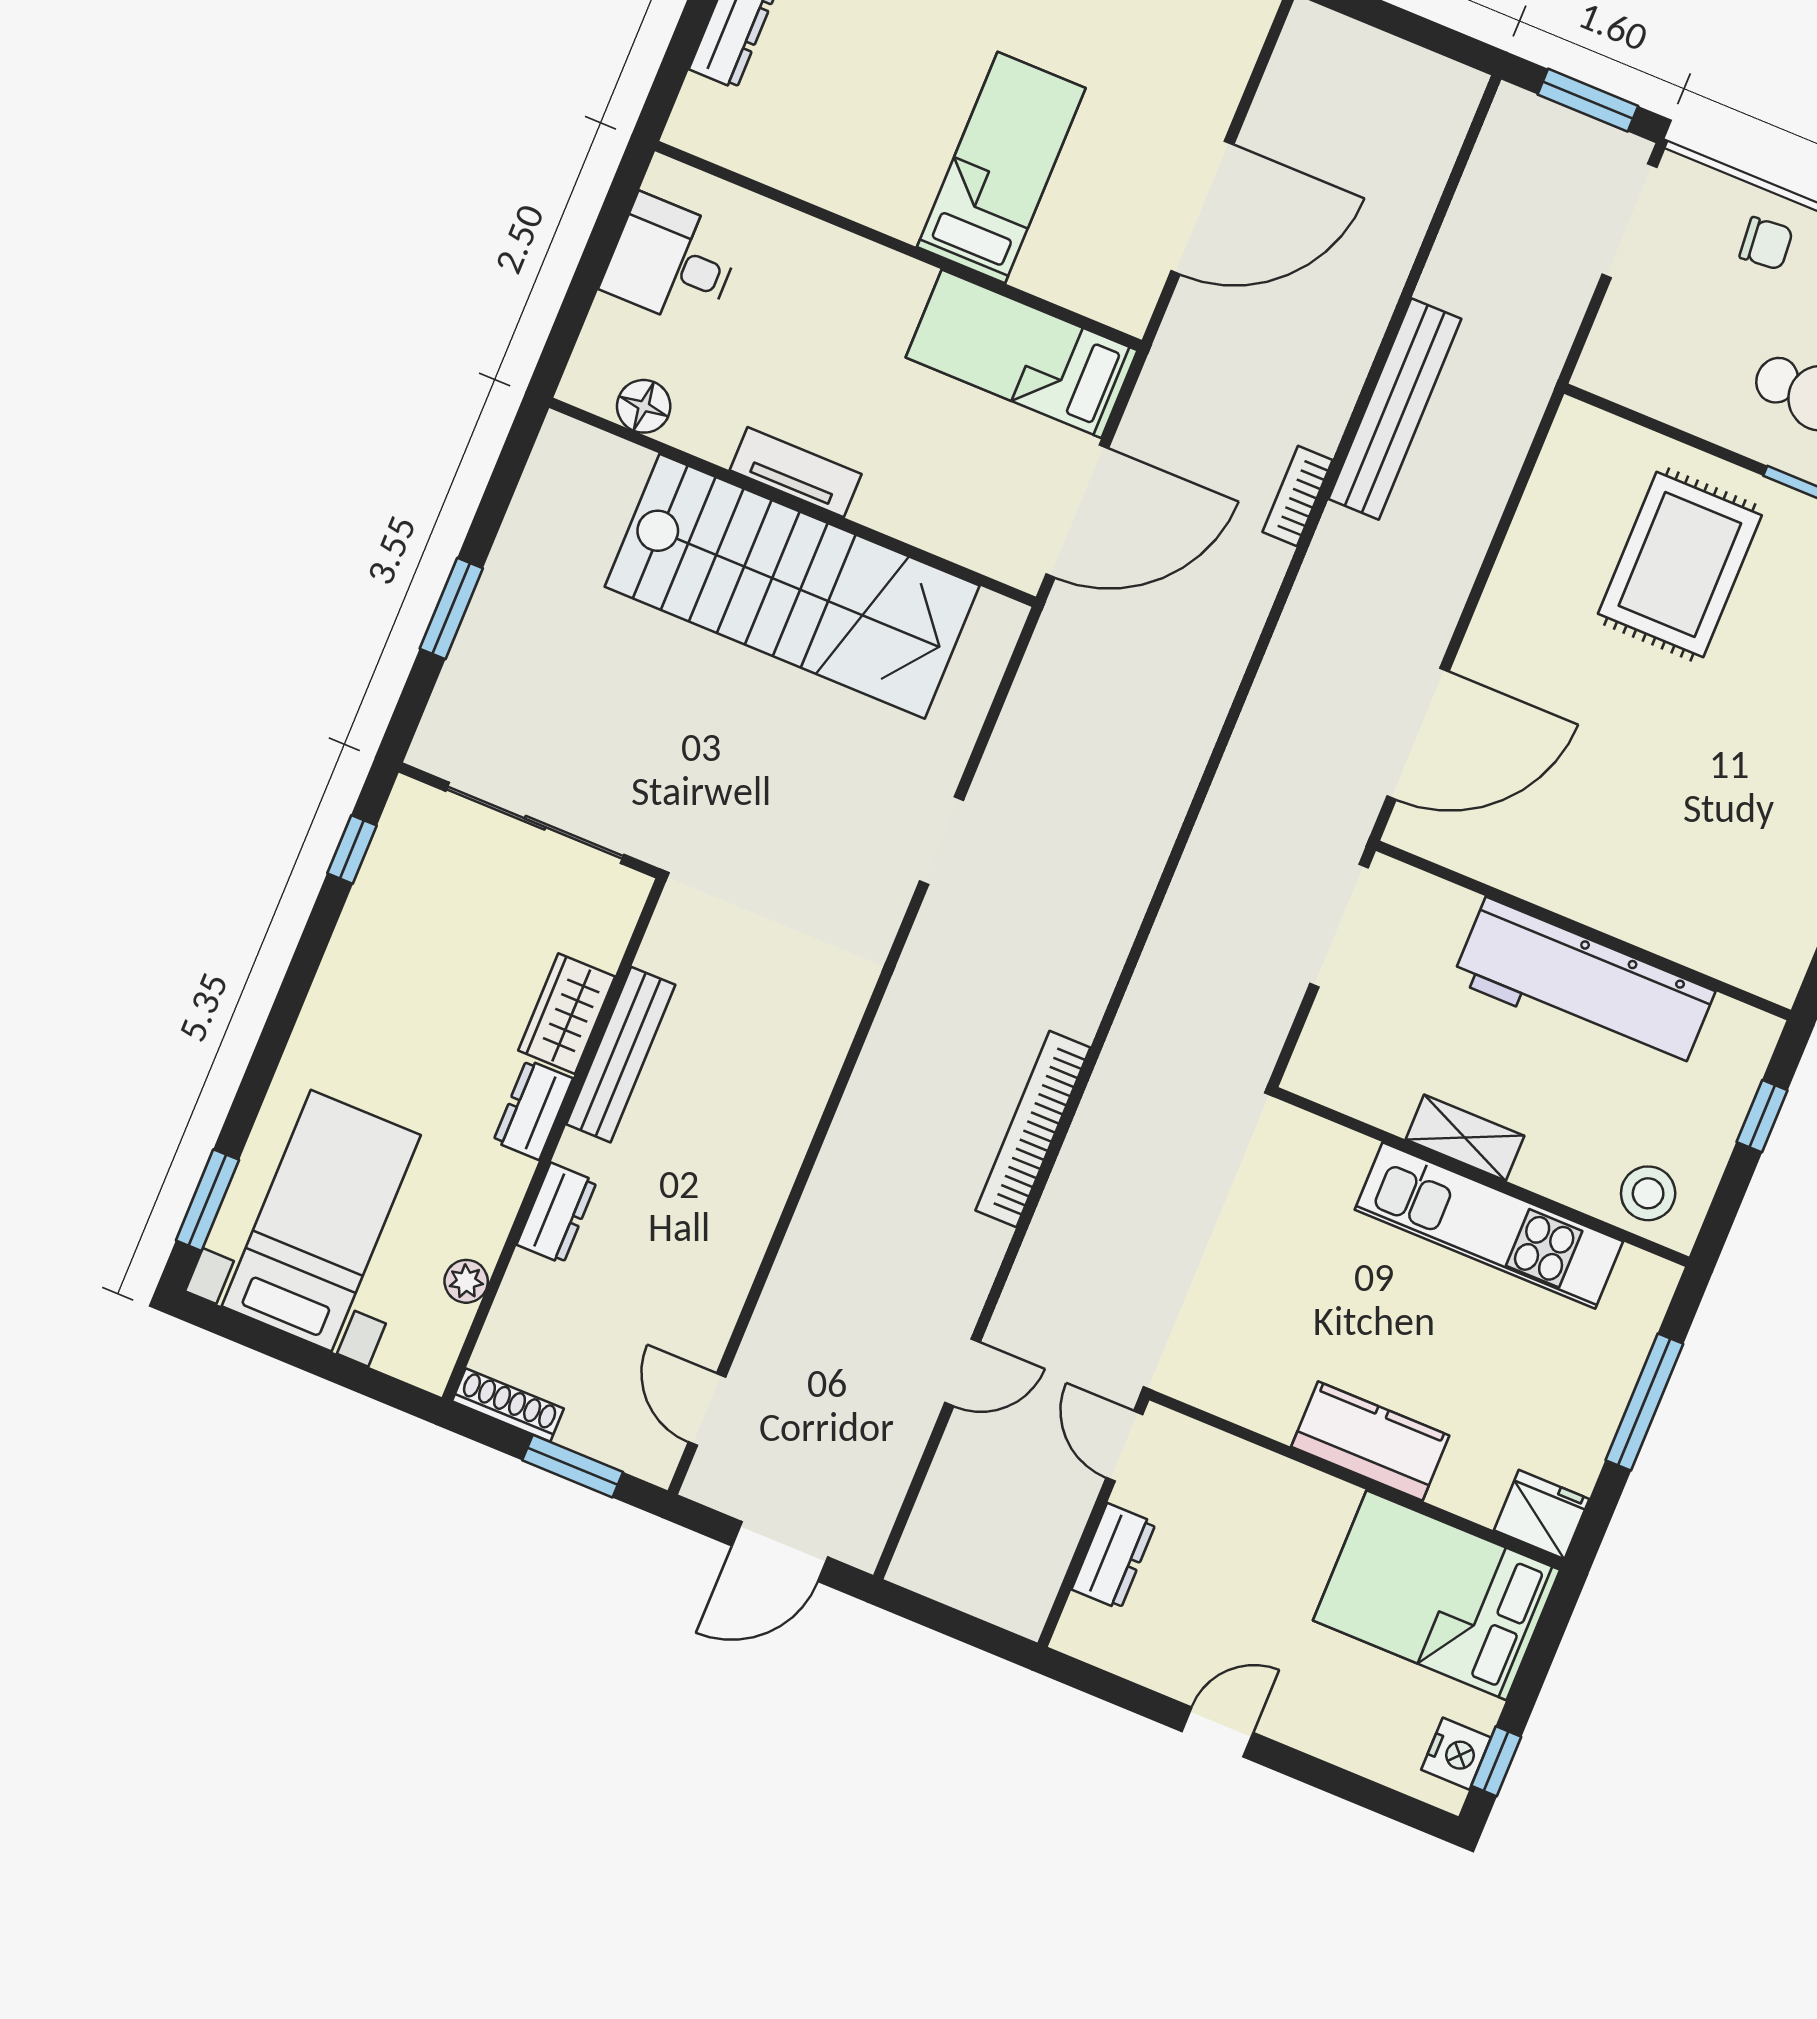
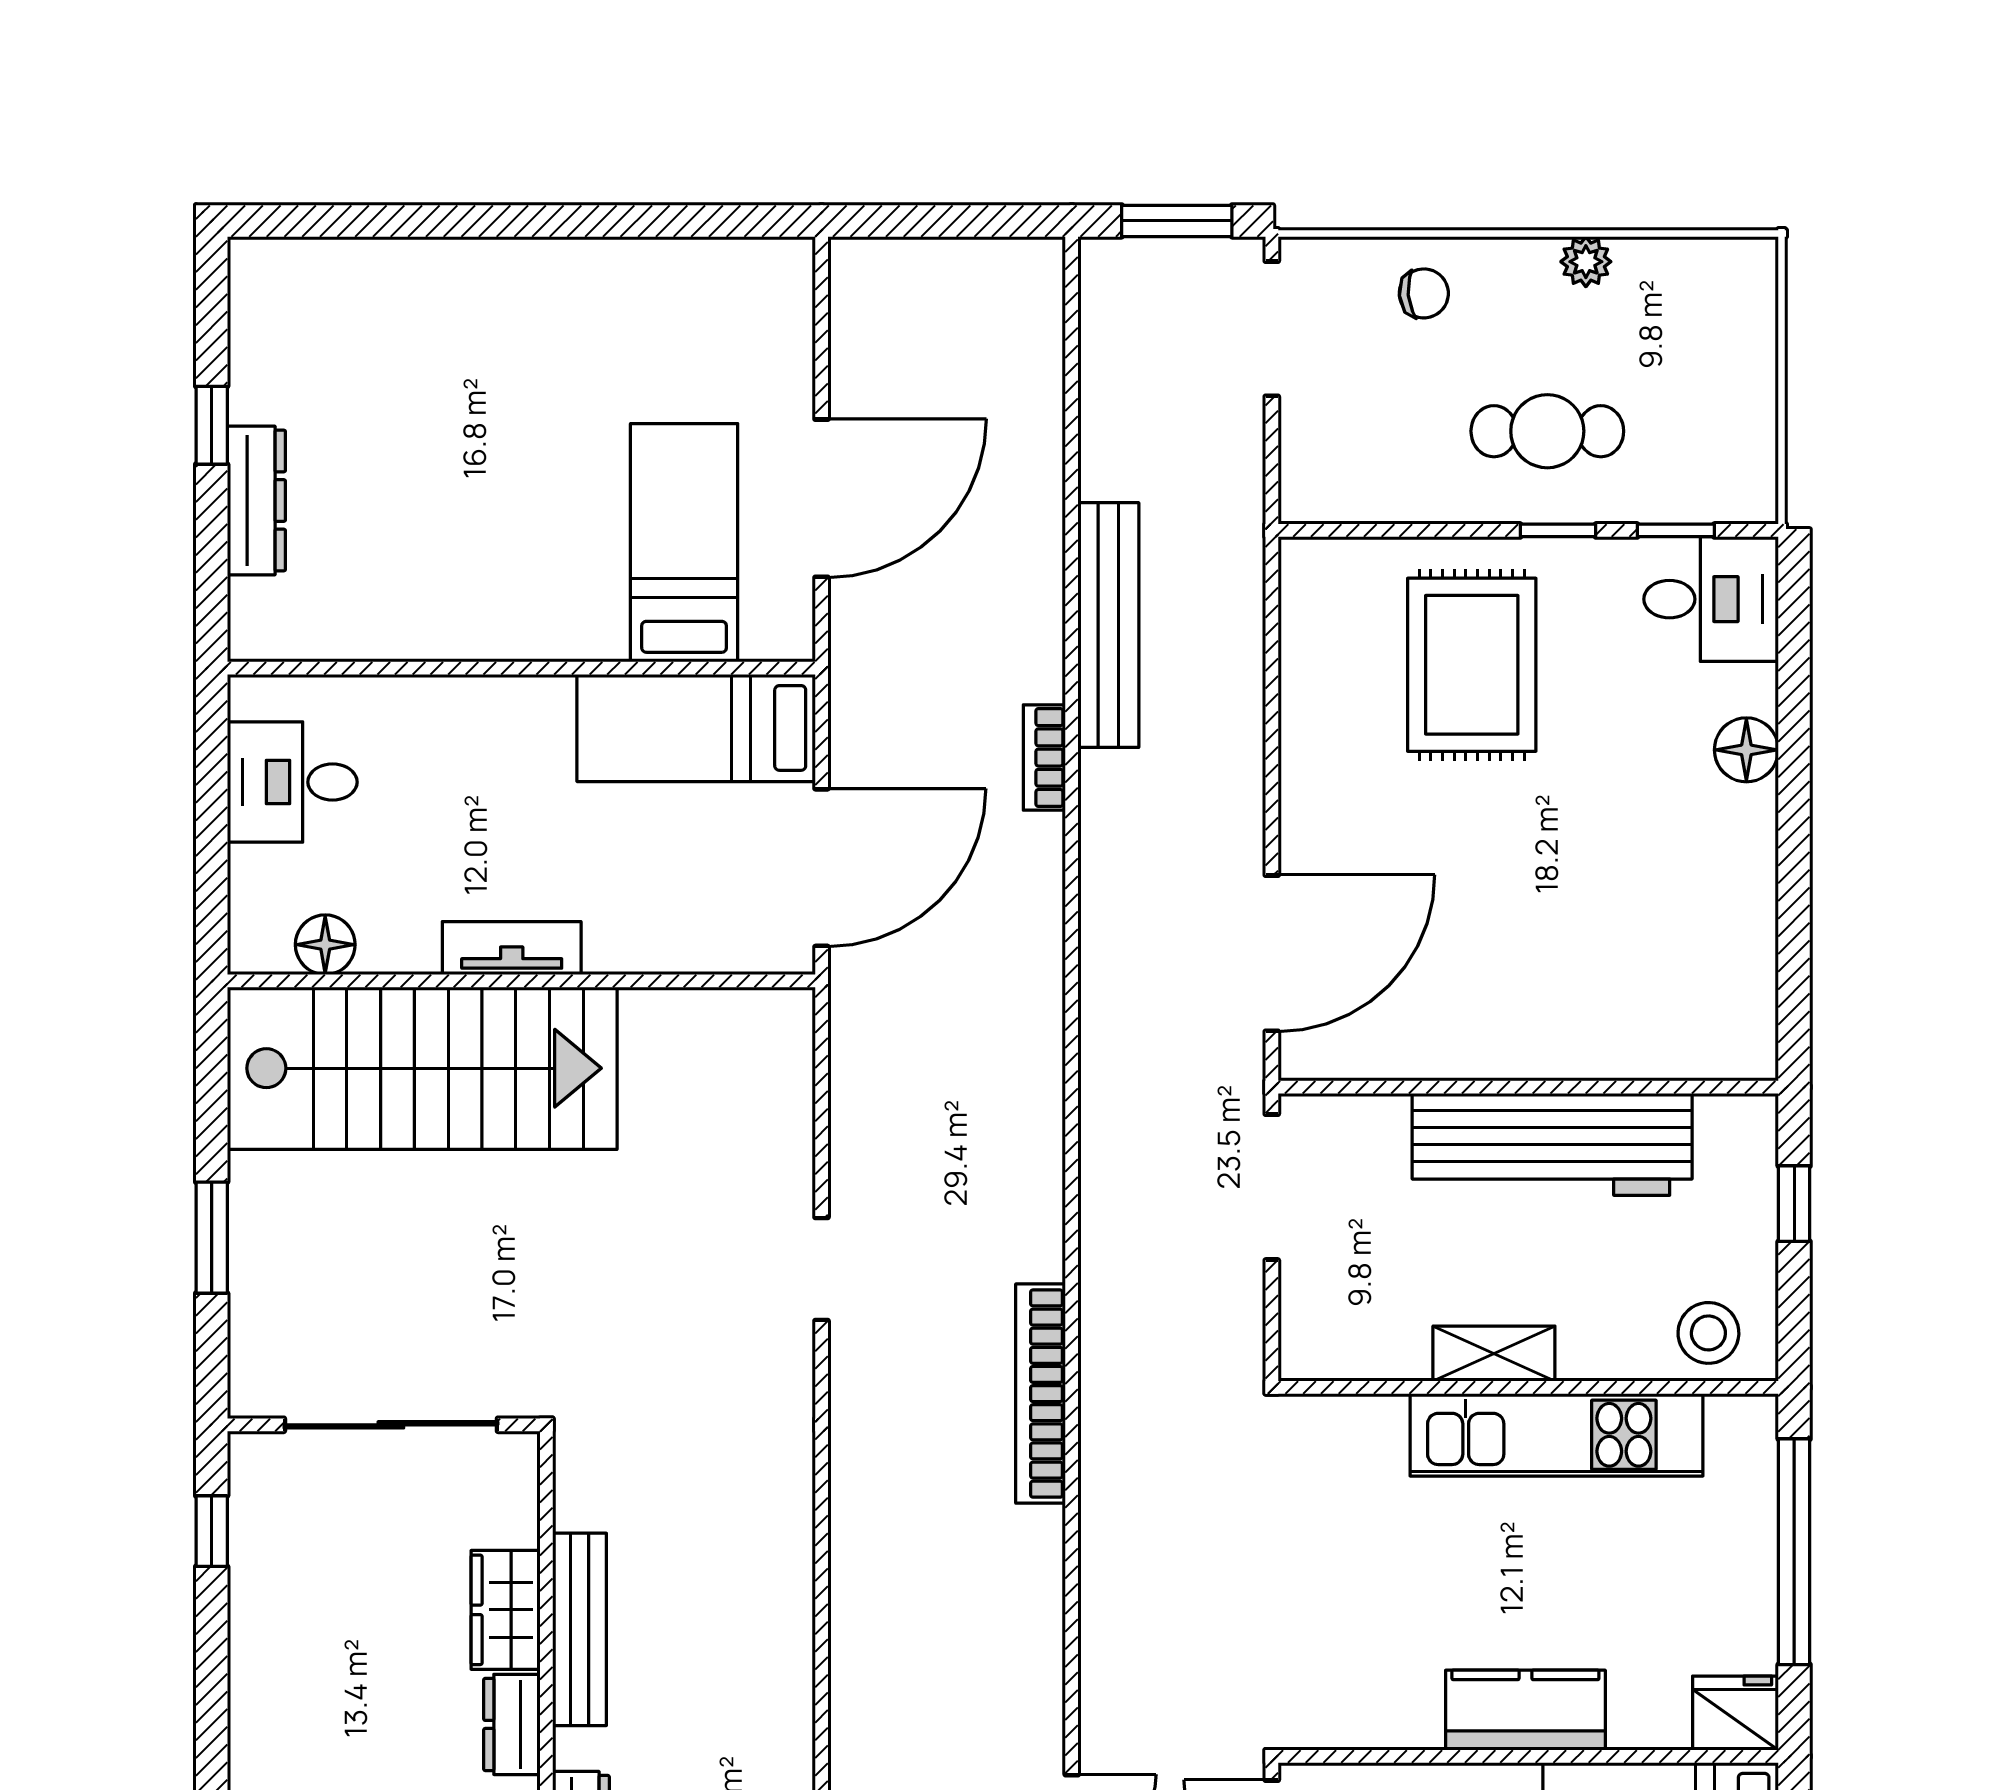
bed: (1001, 168) -> (684, 543), moved
stairs: (792, 586) -> (422, 1068), moved
bookcase: (1033, 1129) -> (1041, 1394), moved
window: (1644, 1402) -> (1794, 1552), width x1.46

